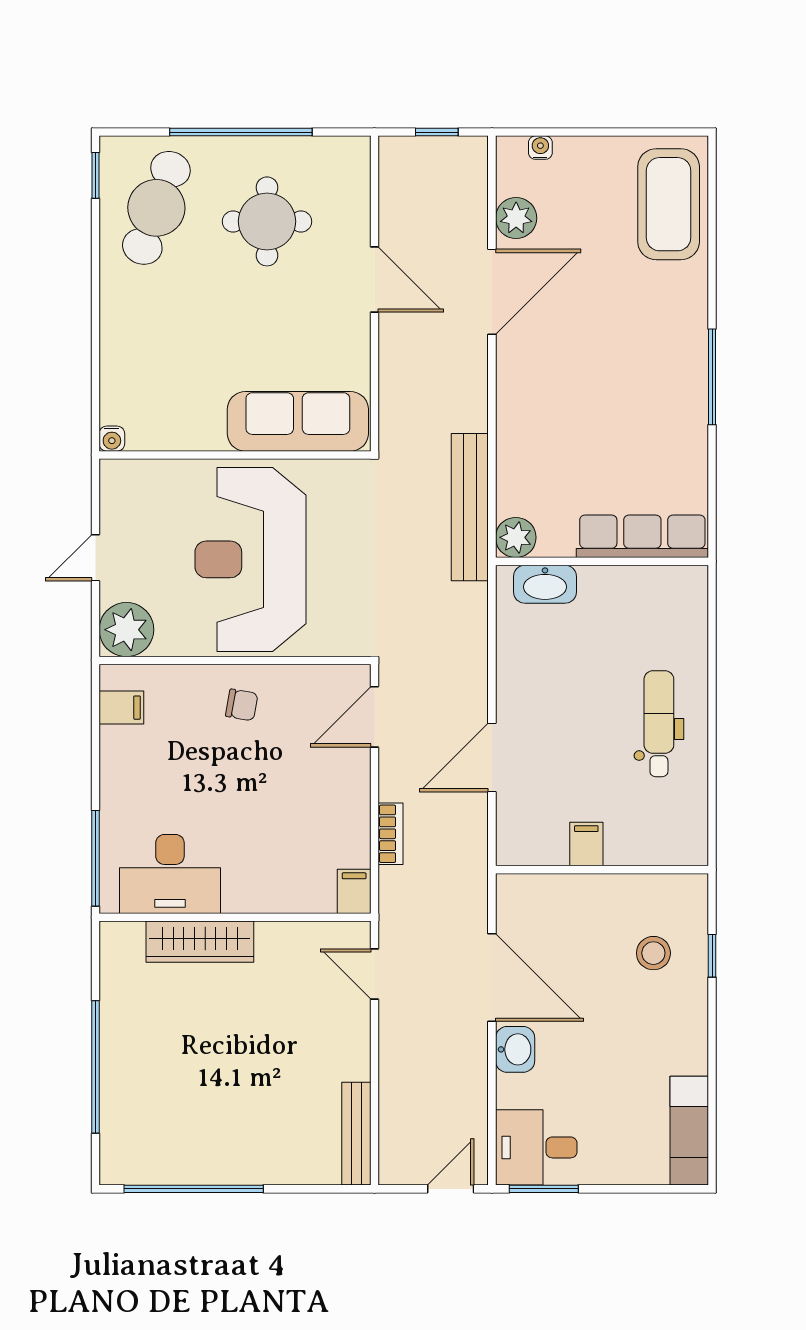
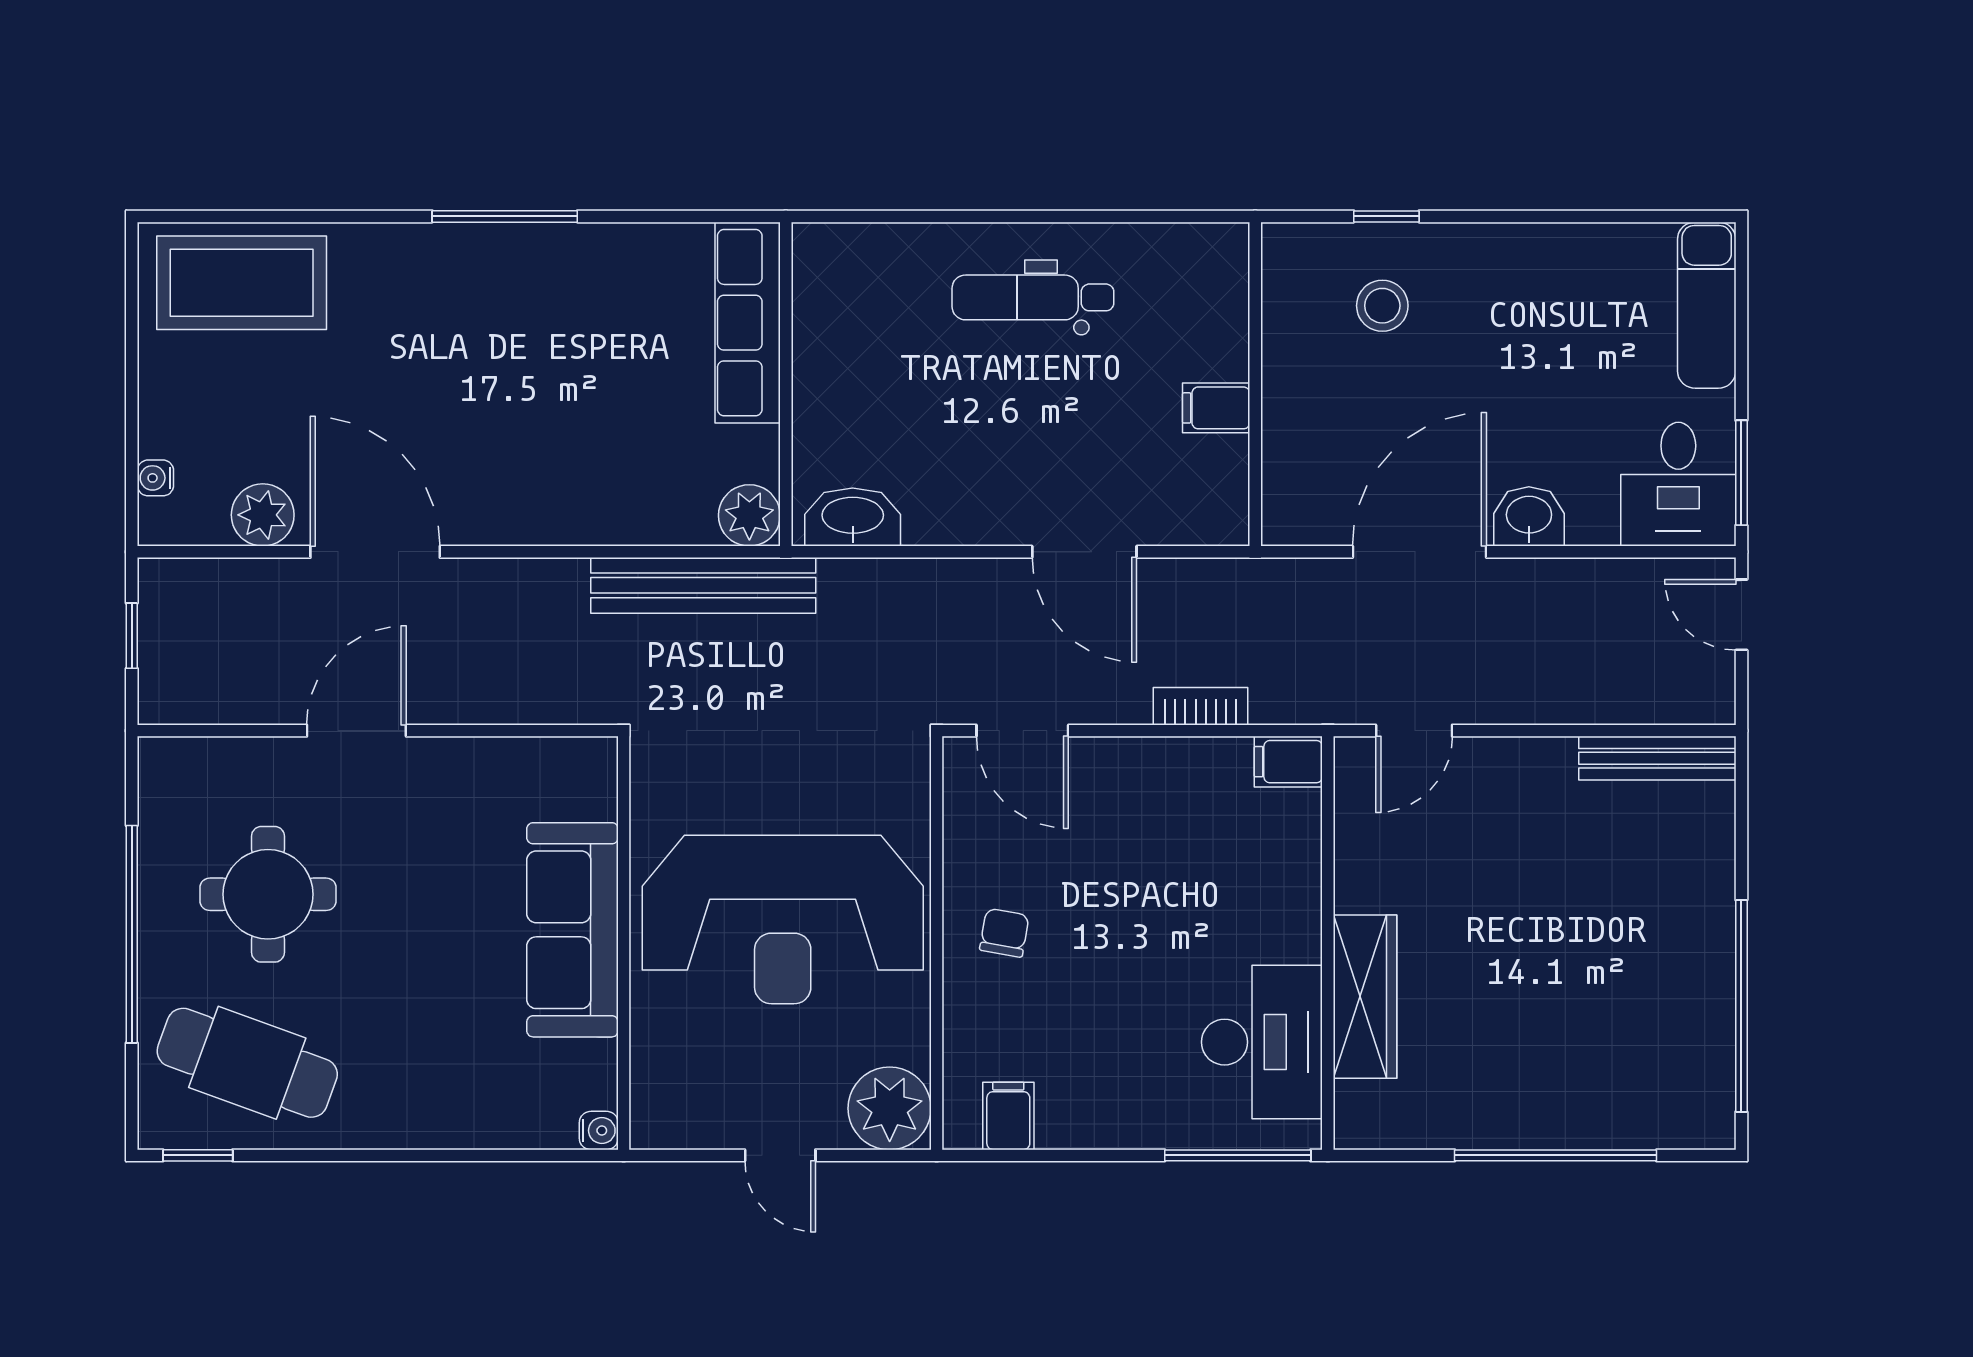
sofa: (298, 421) -> (572, 930), moved
washbasin: (545, 584) -> (853, 517), moved, turned -90
exam couch: (689, 1131) -> (1707, 305), moved, turned 90

